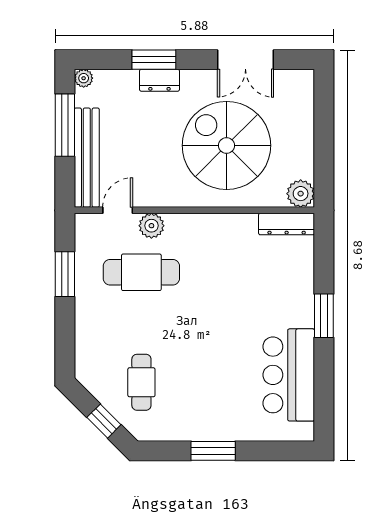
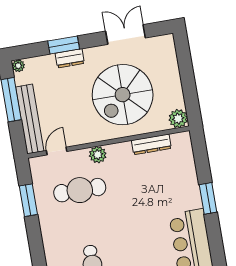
double door: (245, 60) -> (126, 34), swing flipped
spiral stairs: (226, 145) -> (123, 95), turned -90
dresser: (287, 224) -> (151, 144), moved
plant: (151, 226) -> (98, 155), moved

